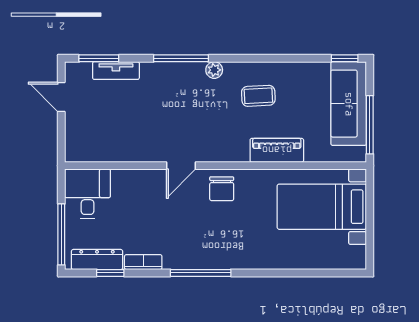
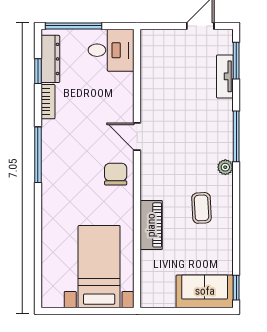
sofa: (349, 104) -> (205, 291), width x0.73
window: (370, 125) -> (175, 311), removed
chair: (222, 189) -> (116, 174), turned 90

